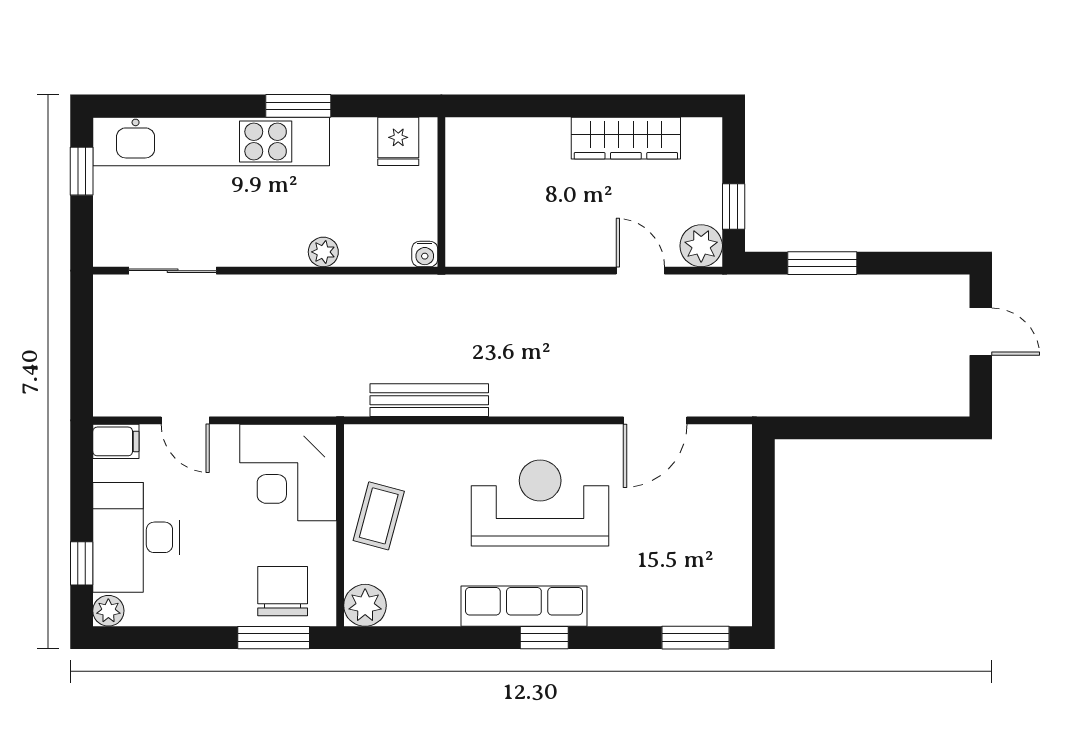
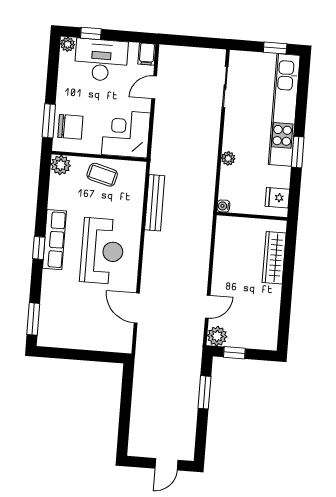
wardrobe: (626, 138) -> (274, 258), moved

